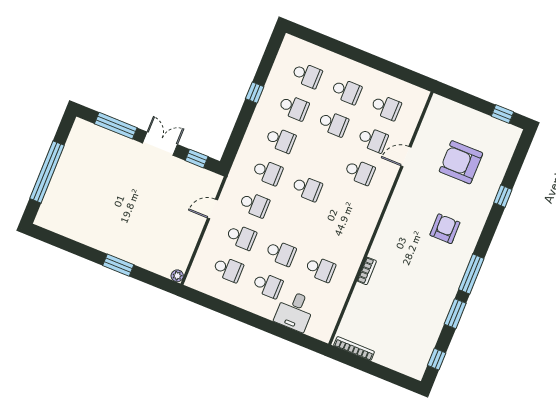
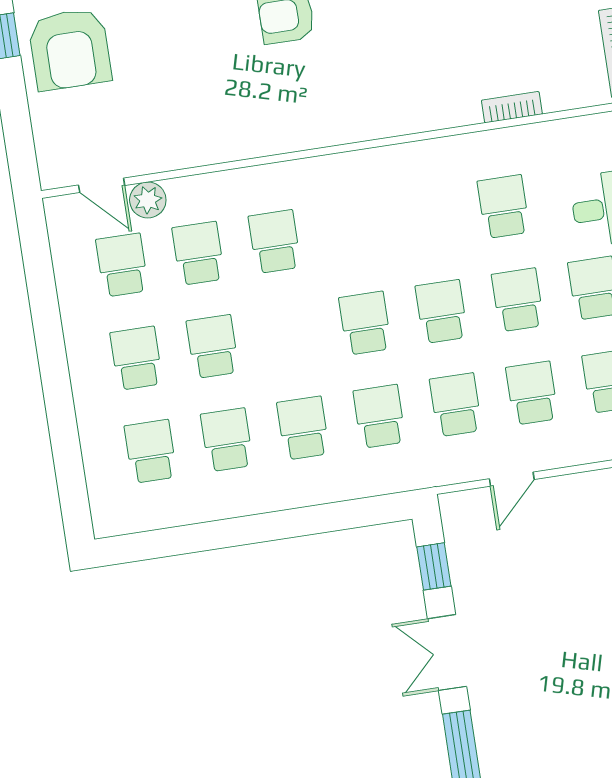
window: (255, 93) -> (243, 531), removed
plant: (405, 132) -> (148, 200), added
door: (406, 157) -> (102, 185), moved
armchair: (461, 162) -> (70, 49), moved
door: (212, 209) -> (512, 479), hinge flipped
school desk: (294, 221) -> (441, 312), added
bookcase: (367, 271) -> (512, 107), moved

